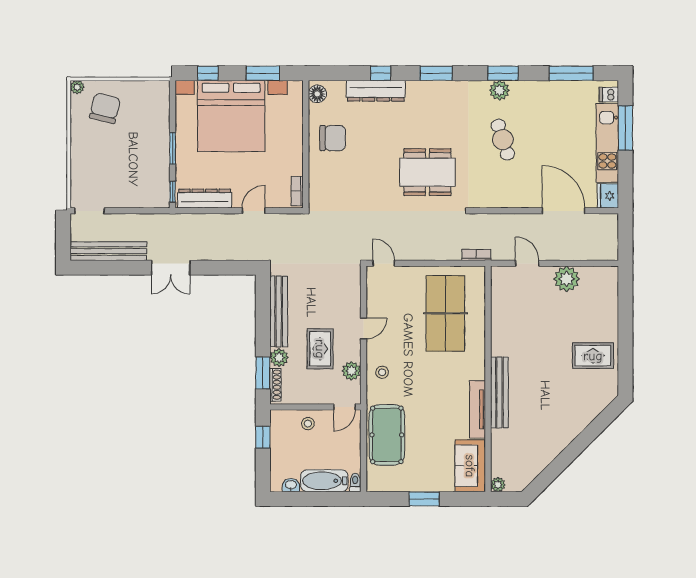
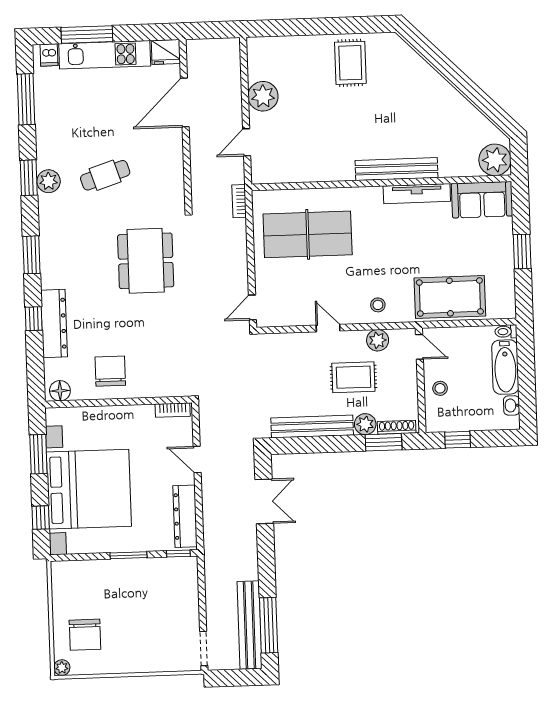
chair: (105, 108) -> (85, 635), turned -104
window: (108, 268) -> (269, 625), added
double door: (171, 268) -> (264, 501), moved
plant: (498, 485) -> (495, 160), width x1.88, depth x1.88

